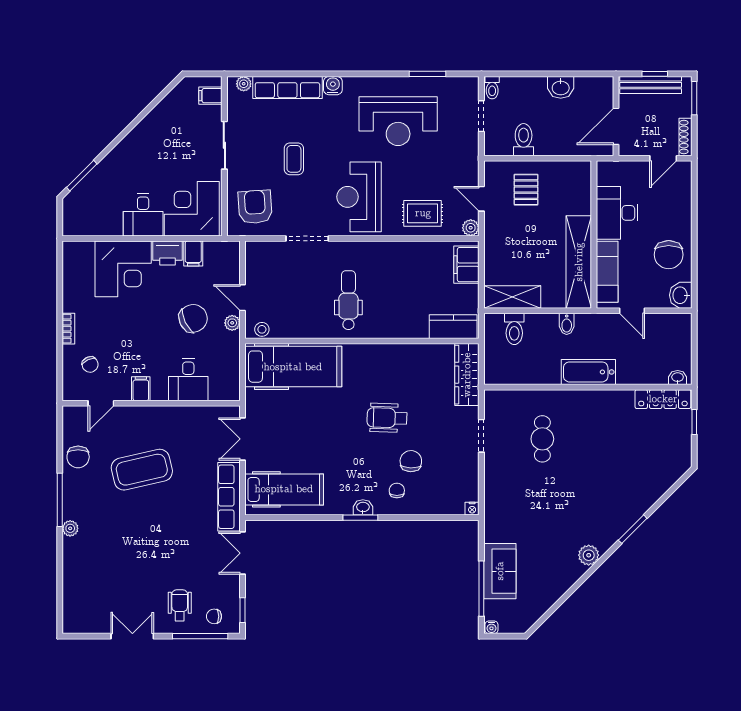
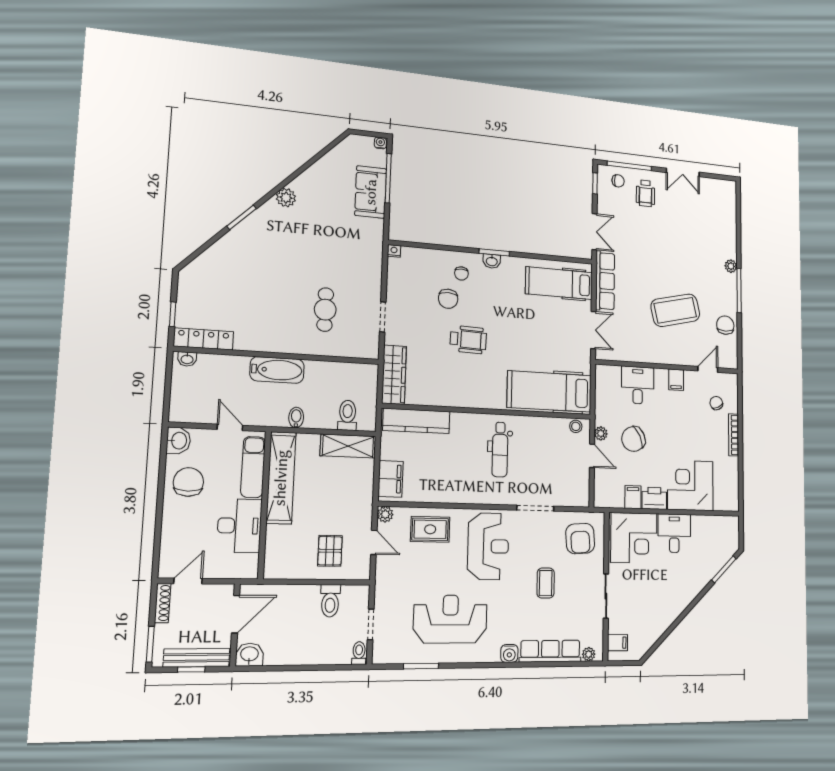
washbasin: (561, 87) -> (249, 655), moved
kitchen counter: (453, 327) -> (416, 421), width x1.50
bookcase: (68, 329) -> (734, 435), width x1.56

